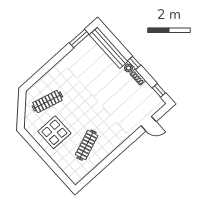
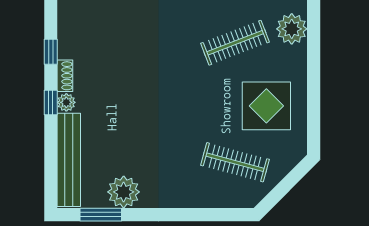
plant: (78, 54) -> (124, 192), added
window: (159, 90) -> (51, 52), moved
plant: (70, 169) -> (292, 29), added

